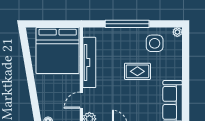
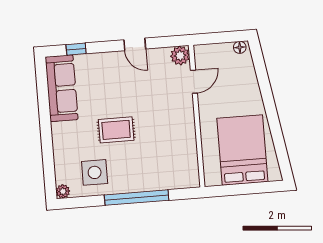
bed: (58, 51) -> (242, 150), width x0.73
tv unit: (89, 62) -> (187, 137), removed

